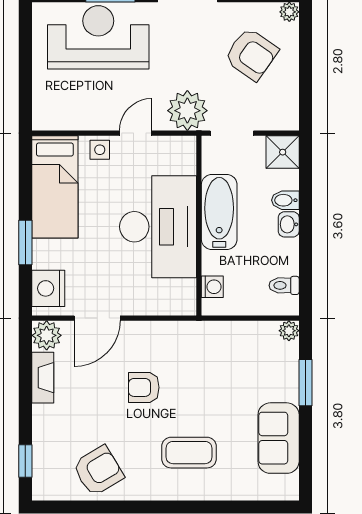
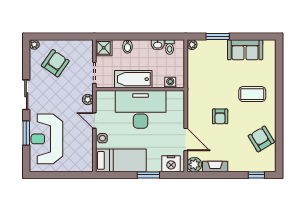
plant: (187, 111) -> (88, 99), width x0.53, depth x0.53
washbasin: (289, 224) -> (158, 45), moved
coffee table: (189, 453) -> (252, 94), turned 90

